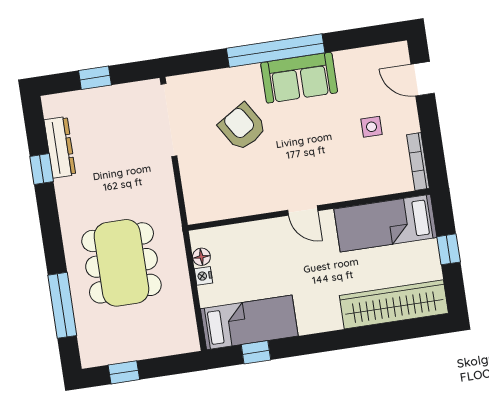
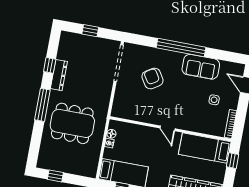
sofa: (299, 78) -> (201, 67), moved
dresser: (60, 147) -> (59, 75), moved
window: (449, 249) -> (233, 161), moved
dining table: (121, 263) -> (72, 123), turned 90
window: (62, 305) -> (42, 105), moved

